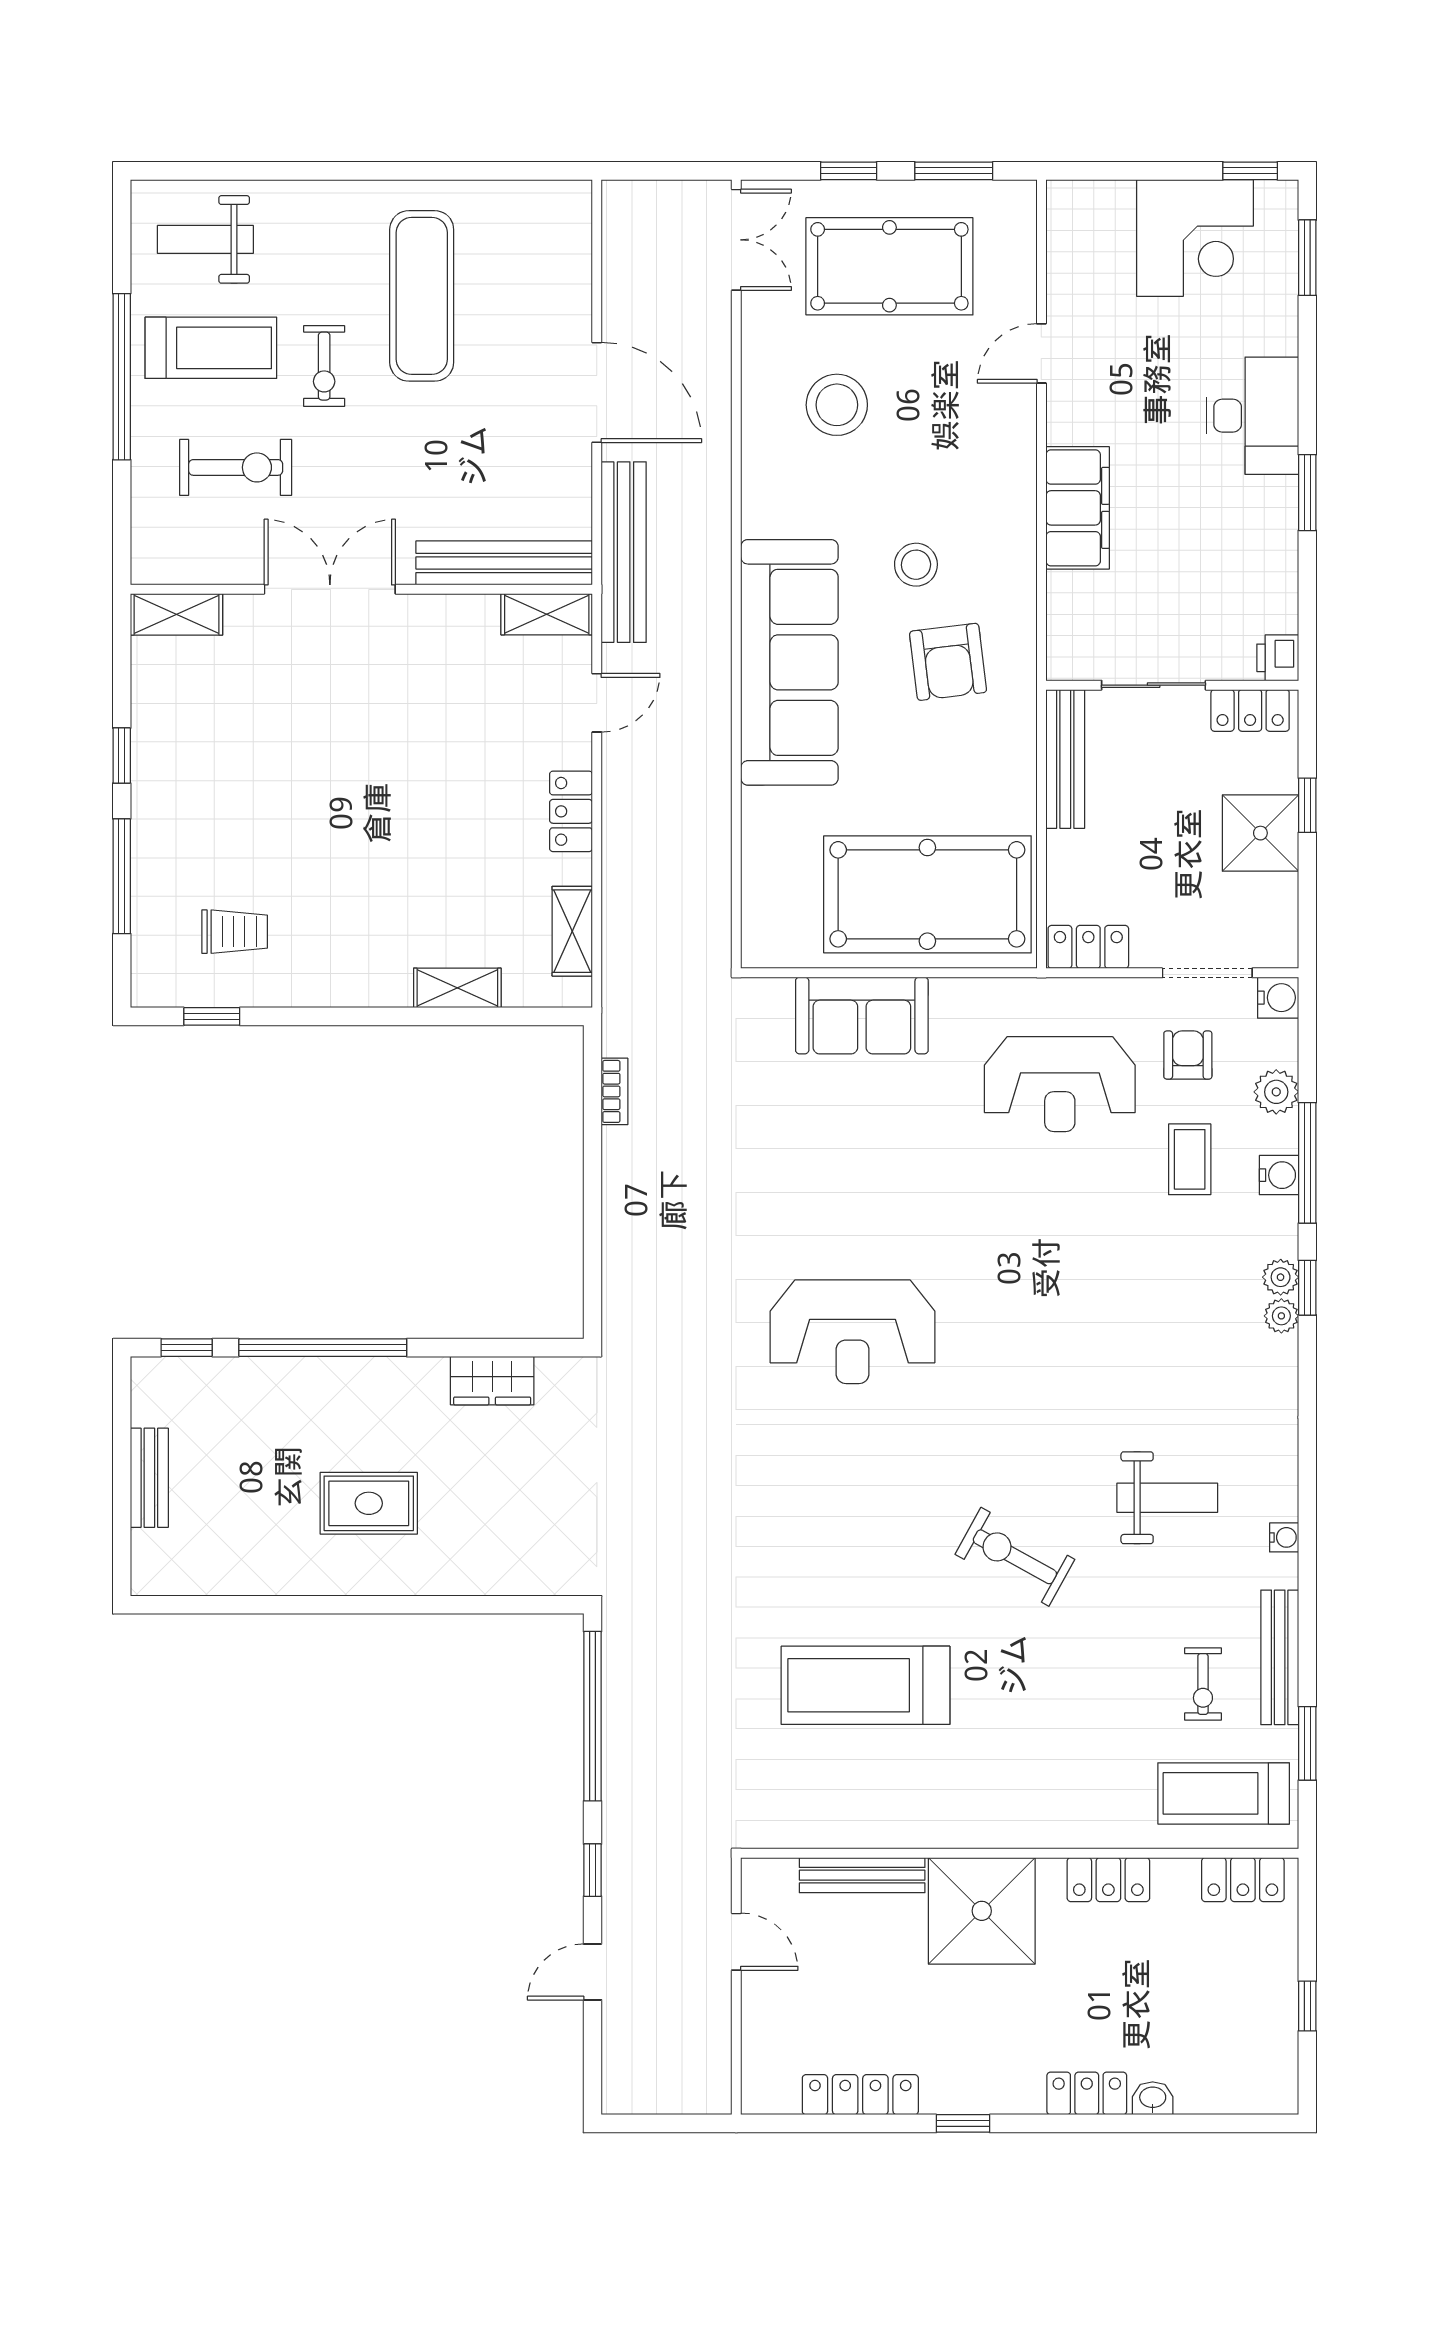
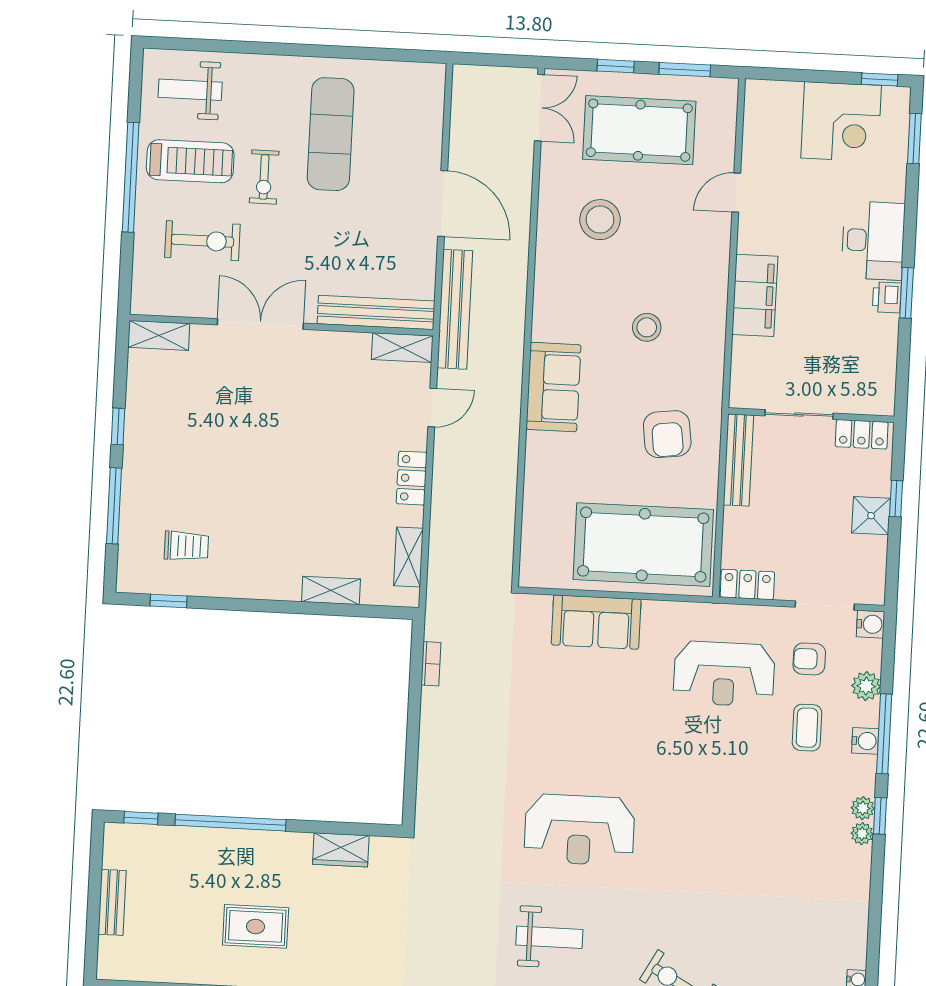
printer: (1278, 658) -> (887, 297), moved
sofa: (789, 662) -> (553, 387), width x0.54, depth x0.79
armchair: (948, 662) -> (667, 434), moved
shower: (1260, 833) -> (871, 516), width x0.73, depth x0.73
armchair: (1188, 1055) -> (809, 659), turned -90
weight bench: (1167, 1498) -> (549, 937), moved

